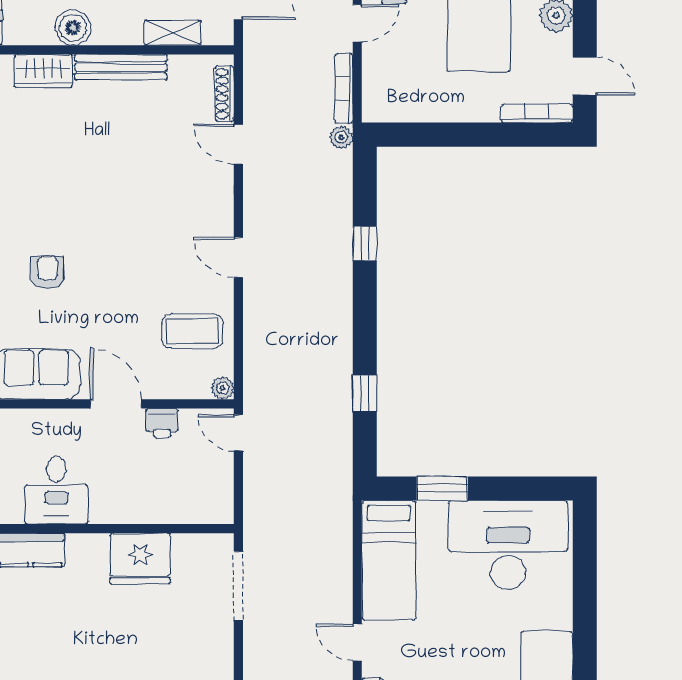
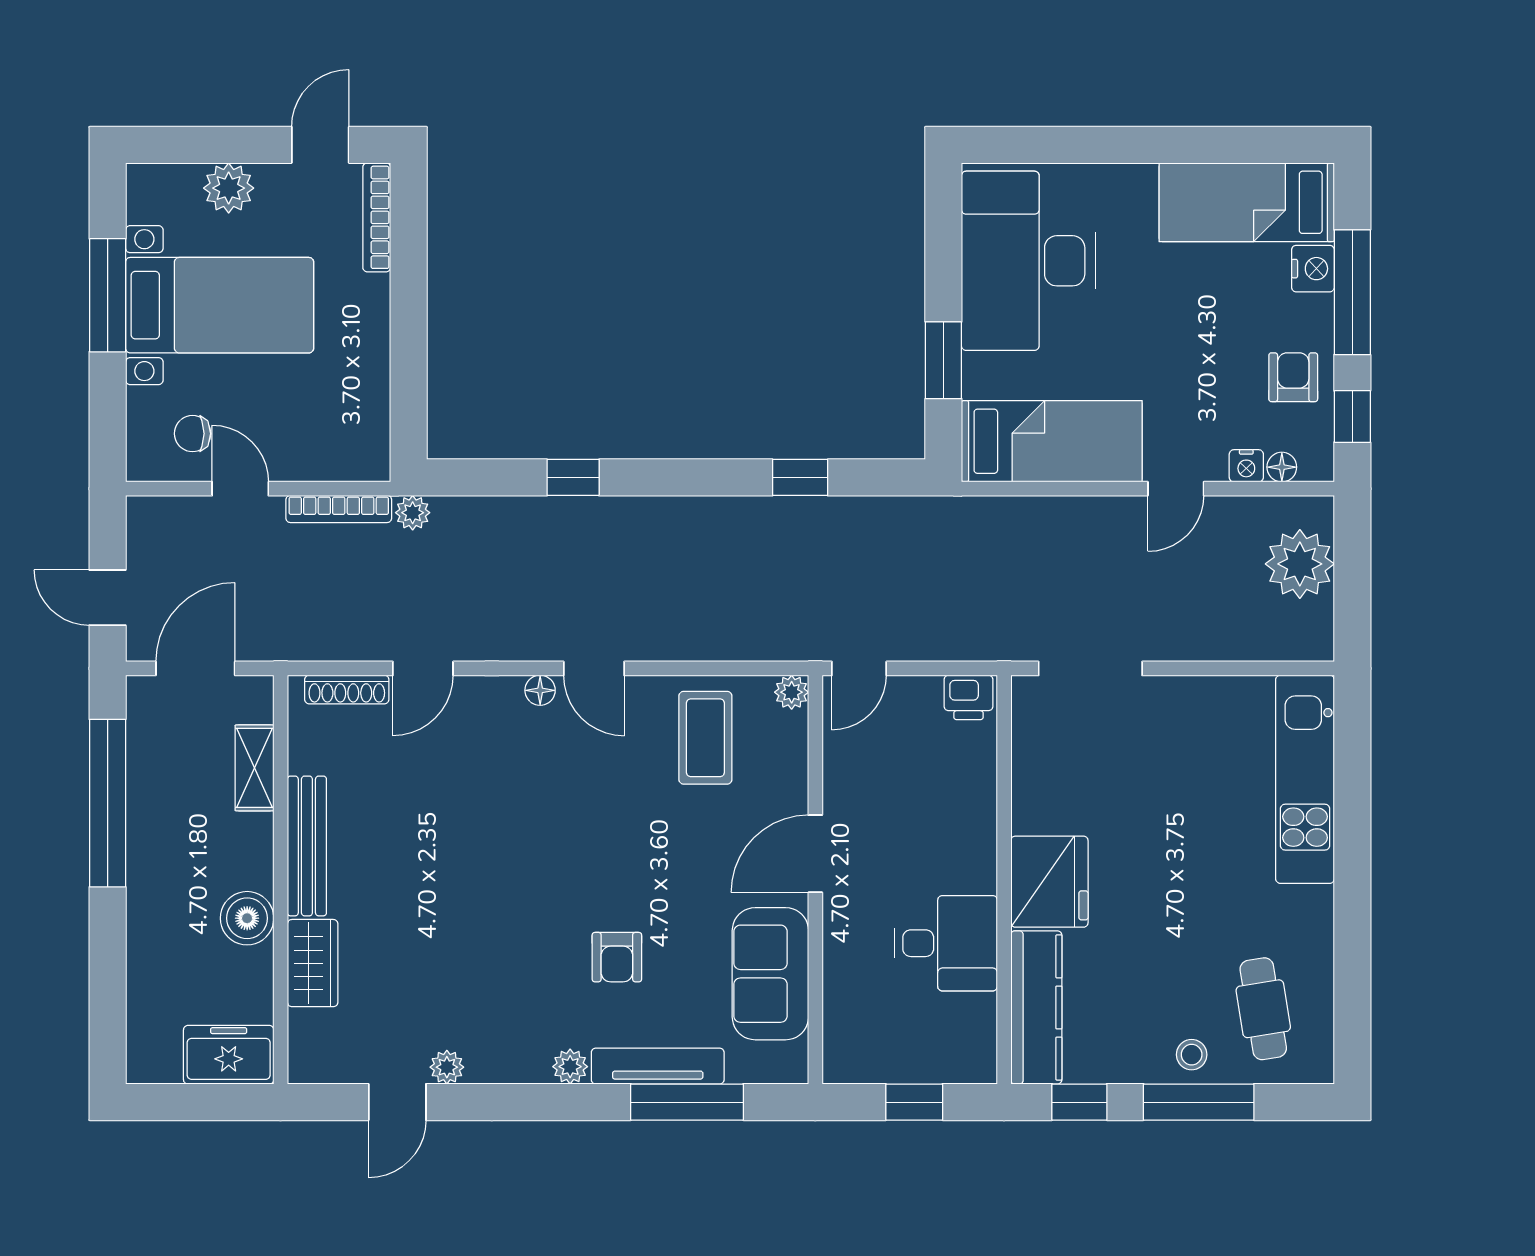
floor lamp: (224, 222) -> (540, 690), added
door: (238, 257) -> (594, 668), hinge flipped
armchair: (47, 272) -> (617, 957), turned -90
printer: (162, 423) -> (968, 697), moved, turned 90
fridge: (140, 559) -> (1049, 882), moved

